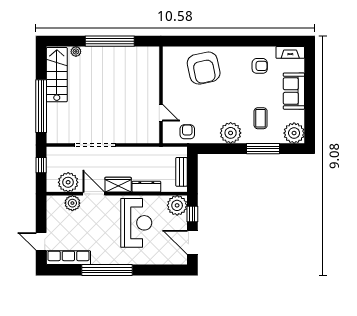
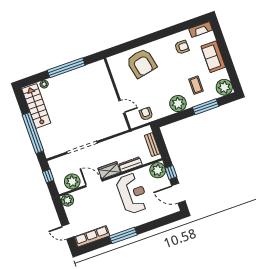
plant: (72, 203) -> (67, 200), moved
window: (107, 270) -> (123, 235), width x0.68

